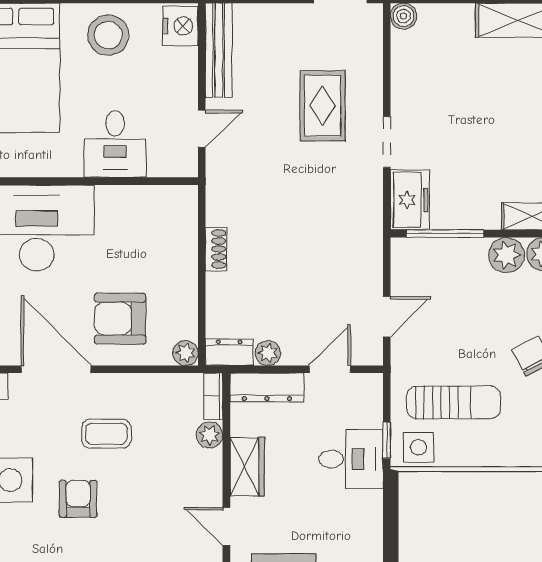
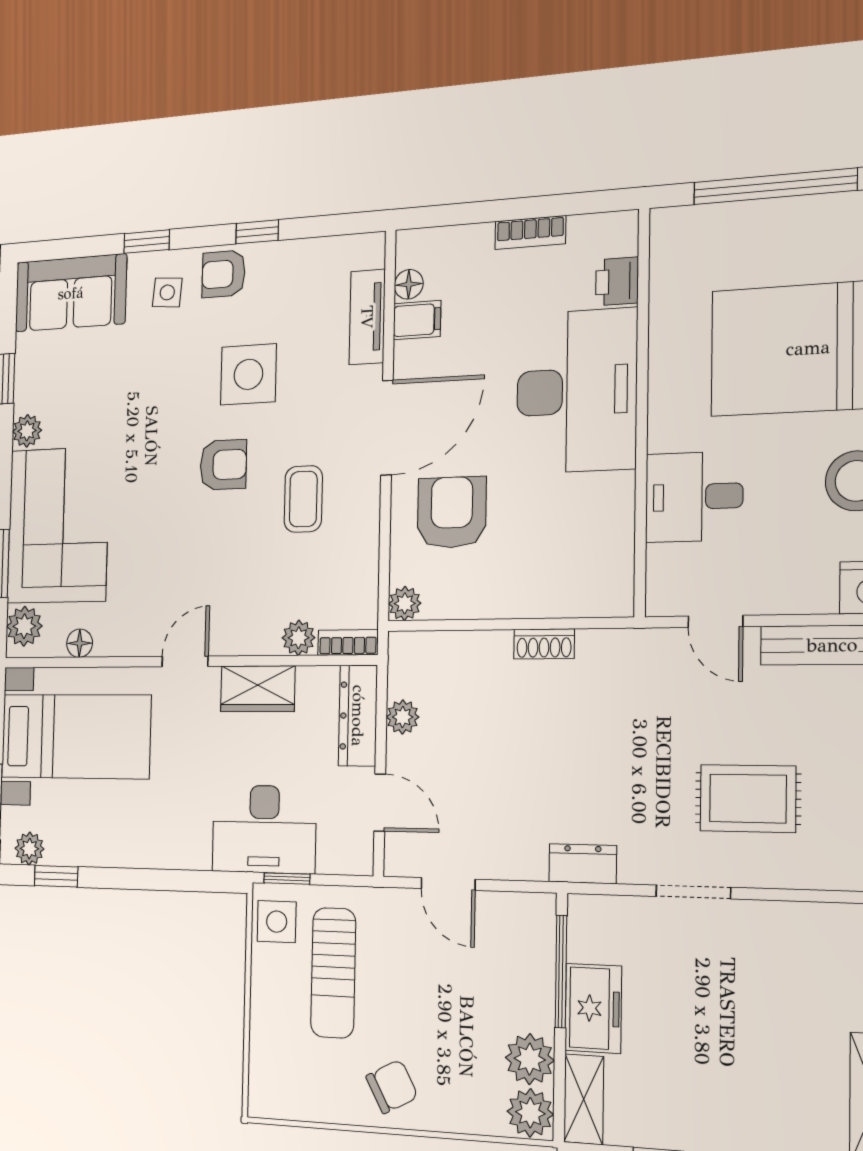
freezer: (410, 200) -> (593, 1008), moved, turned -90
dresser: (229, 352) -> (583, 864), moved, turned -90
desk: (351, 459) -> (264, 829), width x1.37

